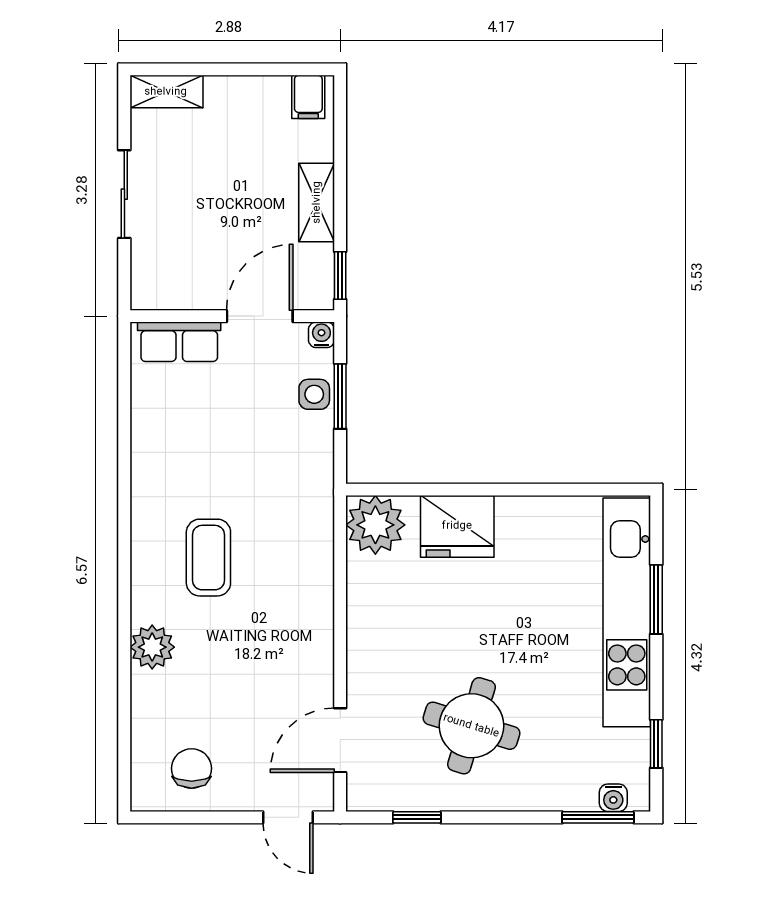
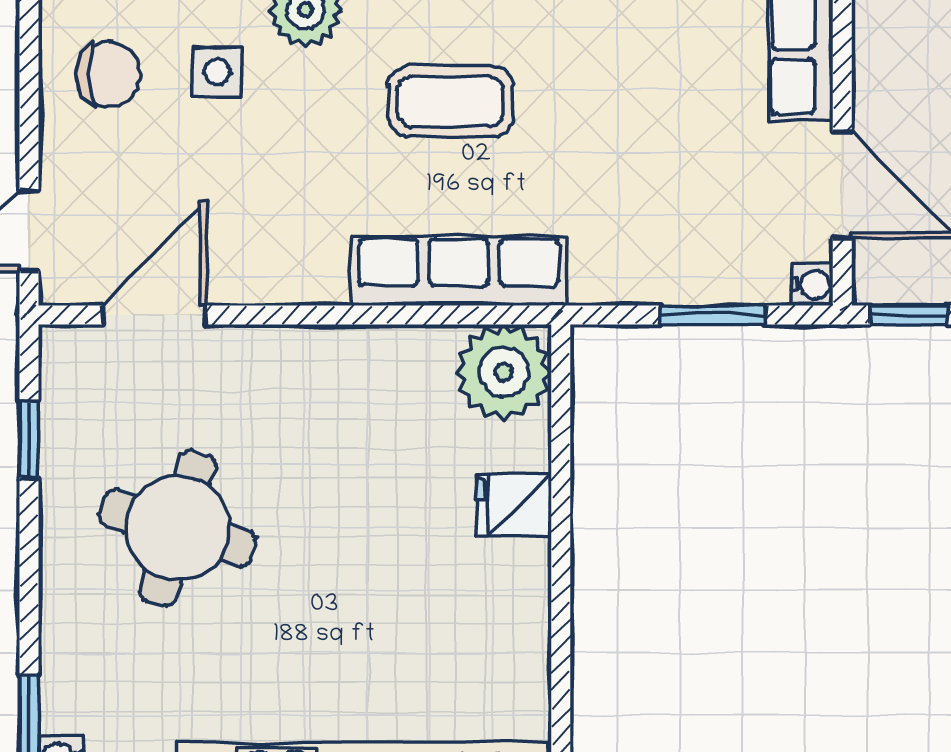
side table: (314, 394) -> (217, 72), moved
fridge: (457, 526) -> (514, 505), width x0.53, depth x0.75
row of seats: (313, 553) -> (459, 271), added
door: (340, 740) -> (154, 315), hinge flipped

